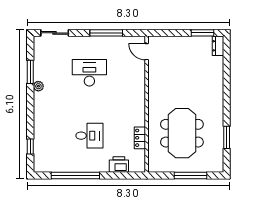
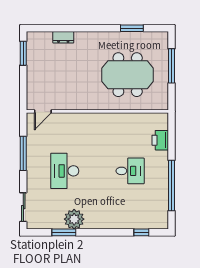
dresser: (218, 46) -> (63, 37), moved
plant: (38, 86) -> (74, 219), width x1.88, depth x1.88
desk: (89, 136) -> (130, 171), turned 90
locker: (140, 138) -> (132, 118), removed

